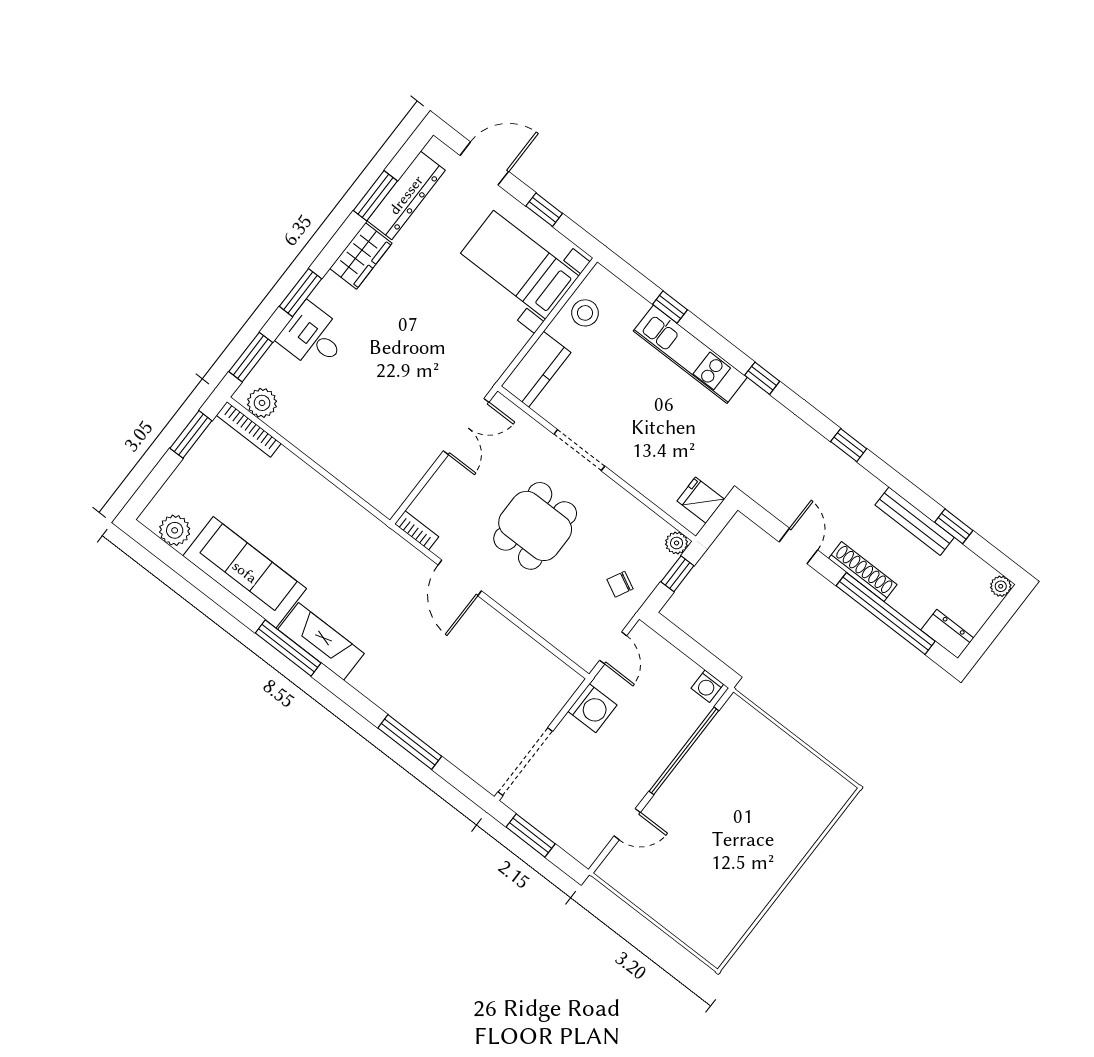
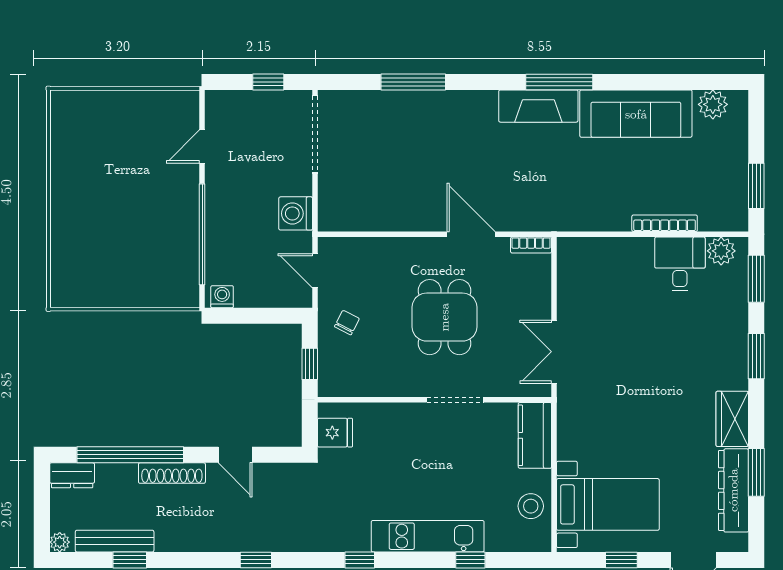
desk: (313, 337) -> (680, 264), moved, turned -90
bookcase: (249, 429) -> (665, 223), moved
bench: (915, 521) -> (115, 541), moved
plant: (677, 543) -> (328, 386), removed
window: (531, 835) -> (268, 82), width x0.67

